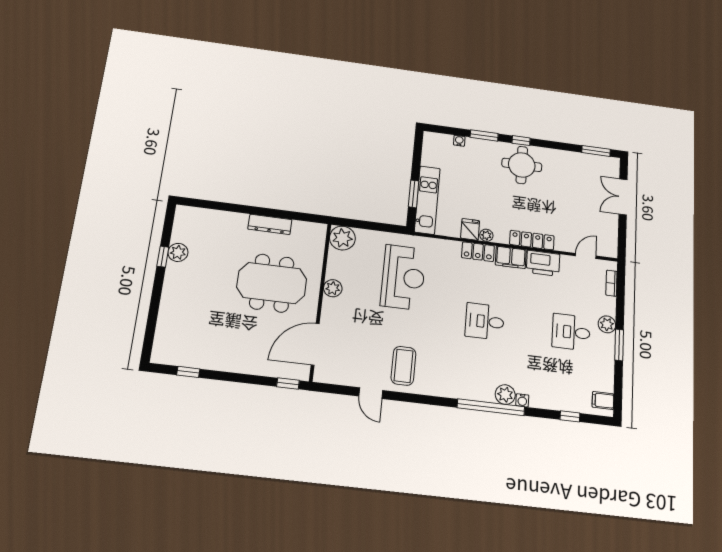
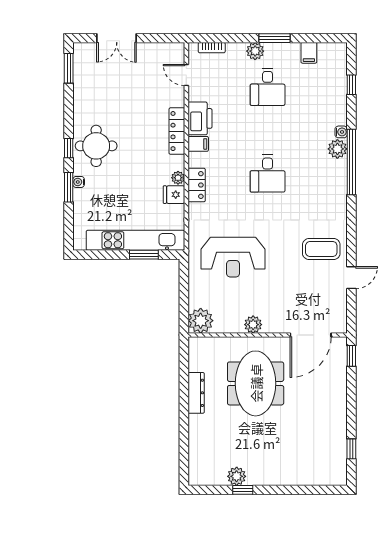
water cooler: (459, 141) -> (79, 182), moved
kitchen unit: (427, 200) -> (135, 240), width x1.36
filing cabinet: (511, 257) -> (198, 144), width x0.50
reception desk: (403, 277) -> (233, 257), turned 180
door: (315, 344) -> (311, 335), hinge flipped
filing cabinet: (603, 401) -> (309, 53), moved

